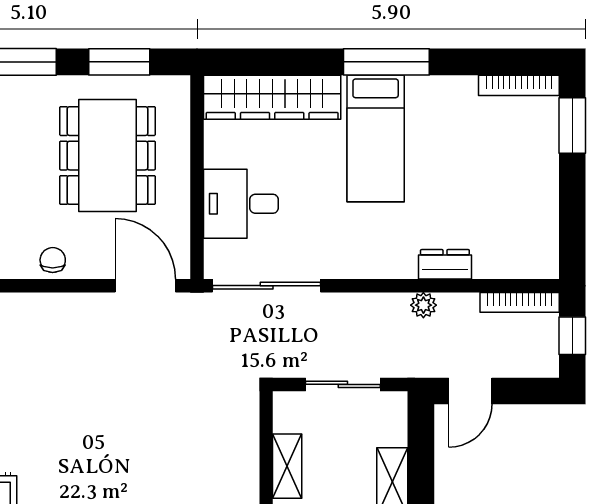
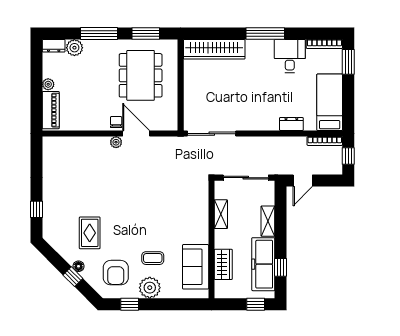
bed: (376, 138) -> (330, 102), moved, turned 180
desk: (241, 204) -> (290, 56), moved, turned 90
door: (145, 286) -> (136, 134), moved
plant: (423, 305) -> (116, 142), moved
sliding door: (343, 384) -> (246, 178), width x1.37

